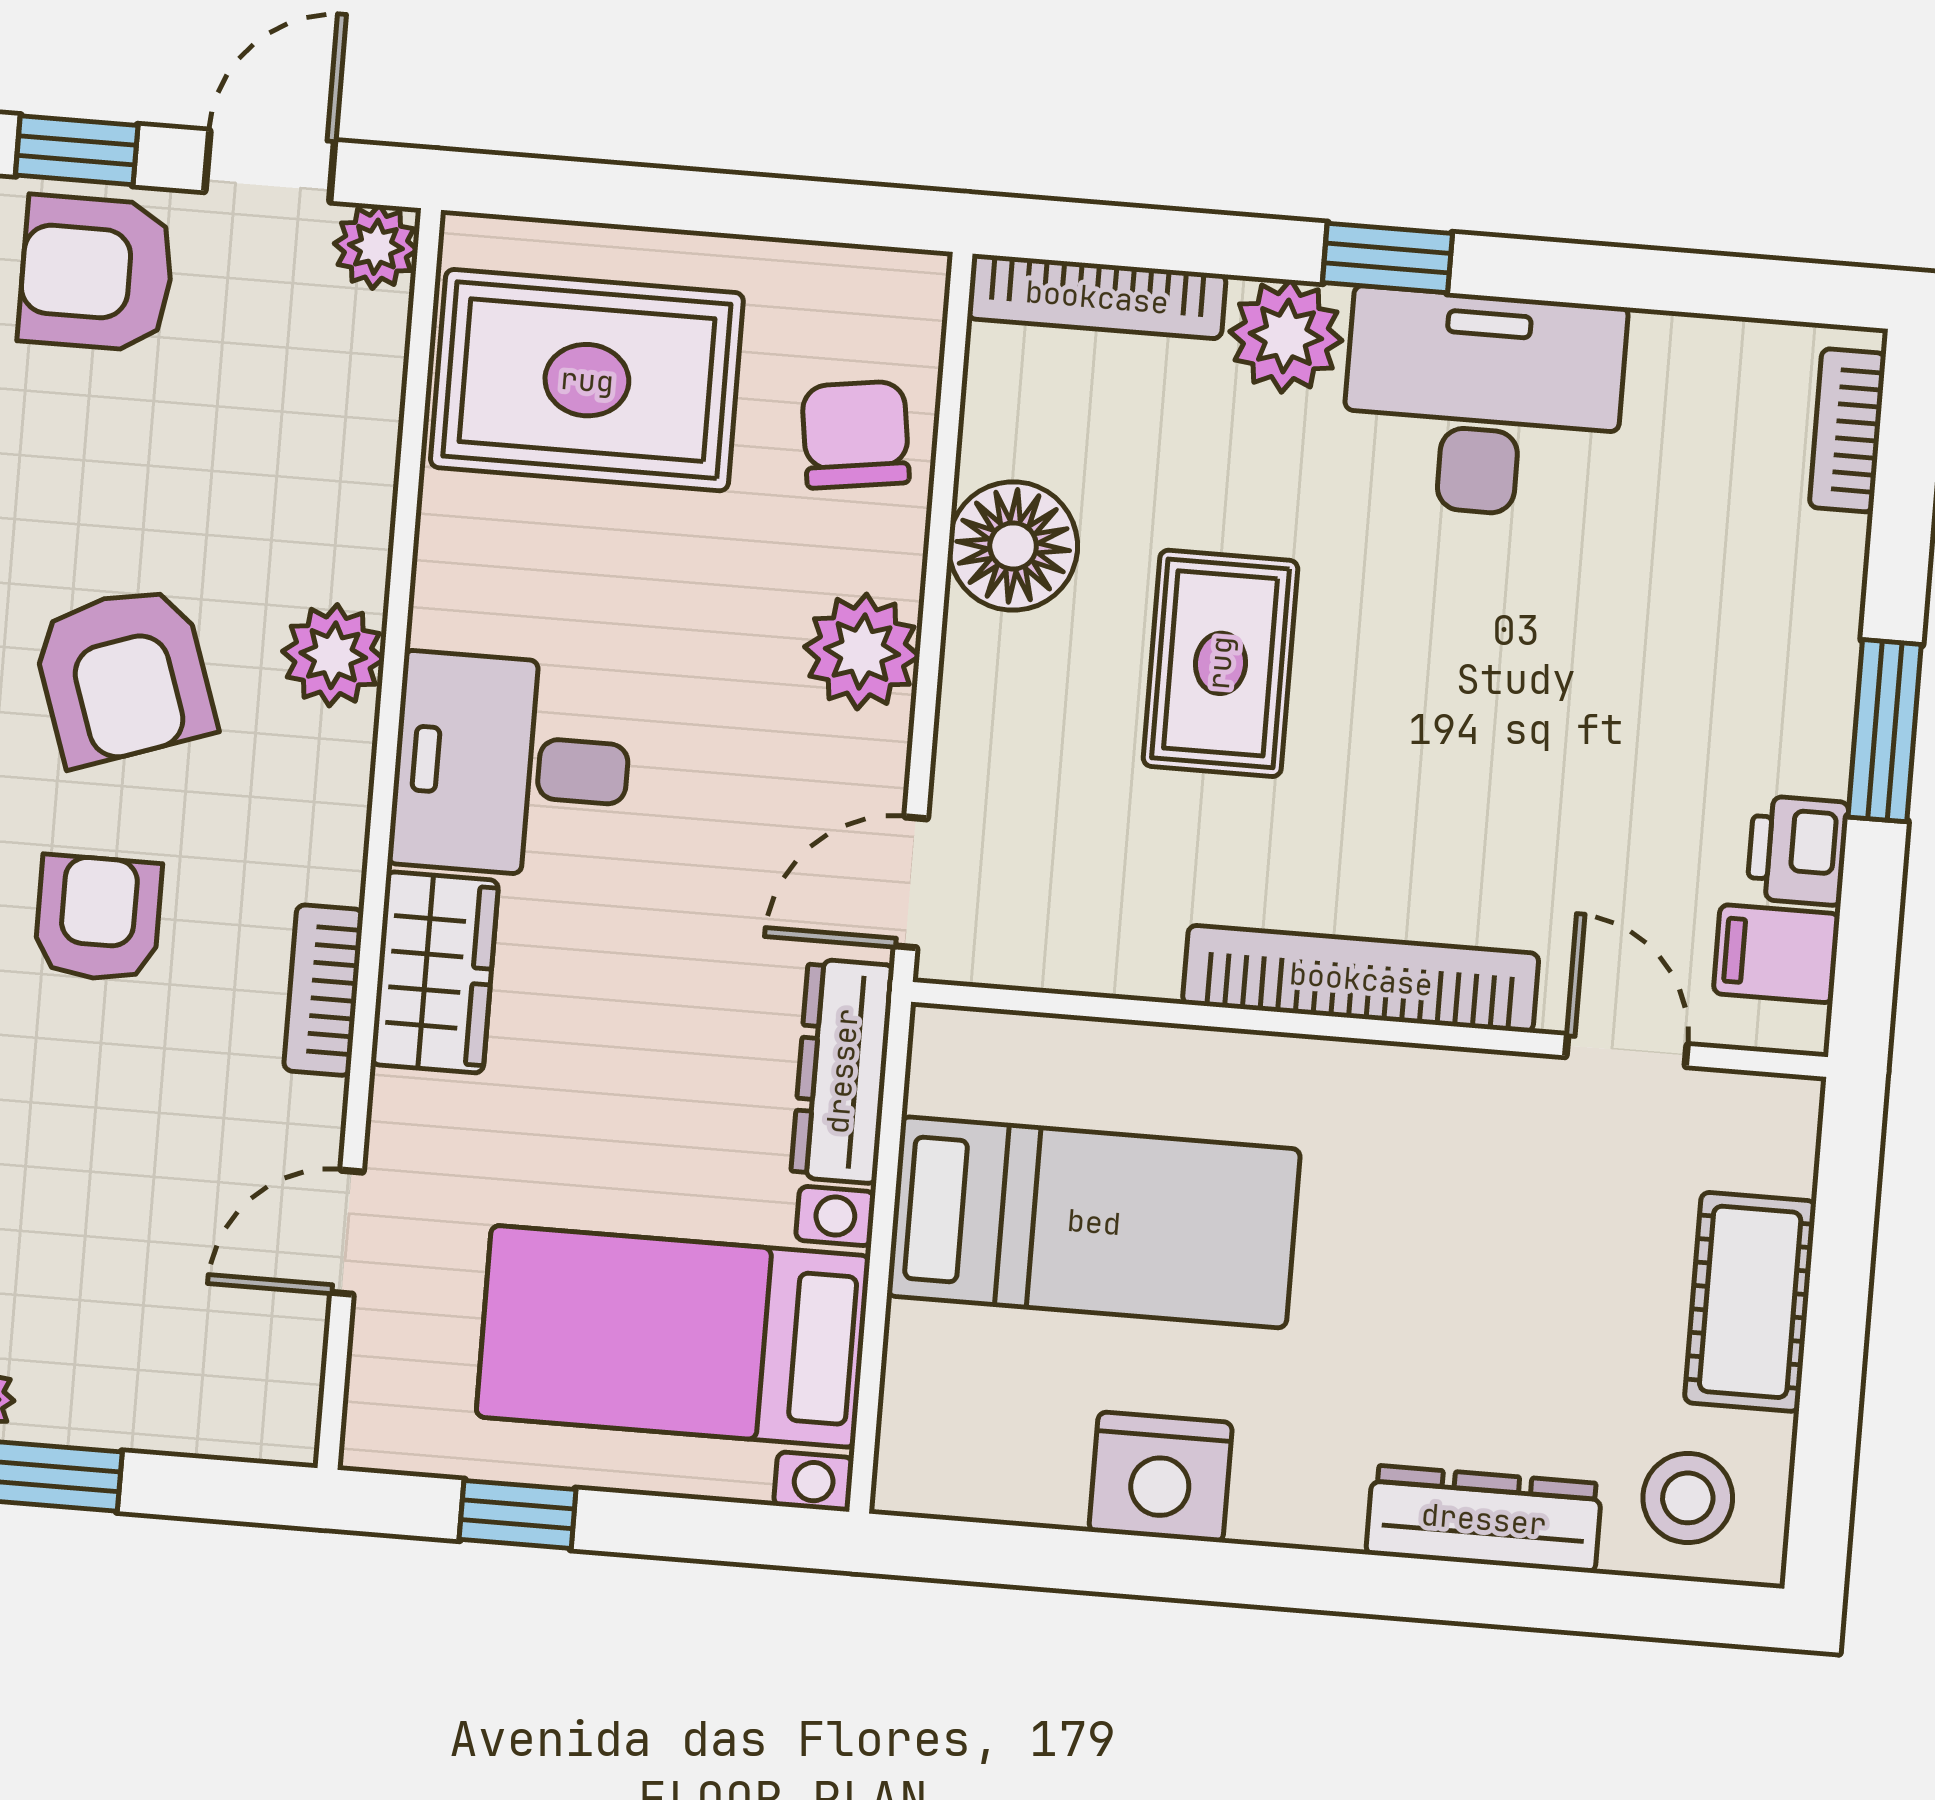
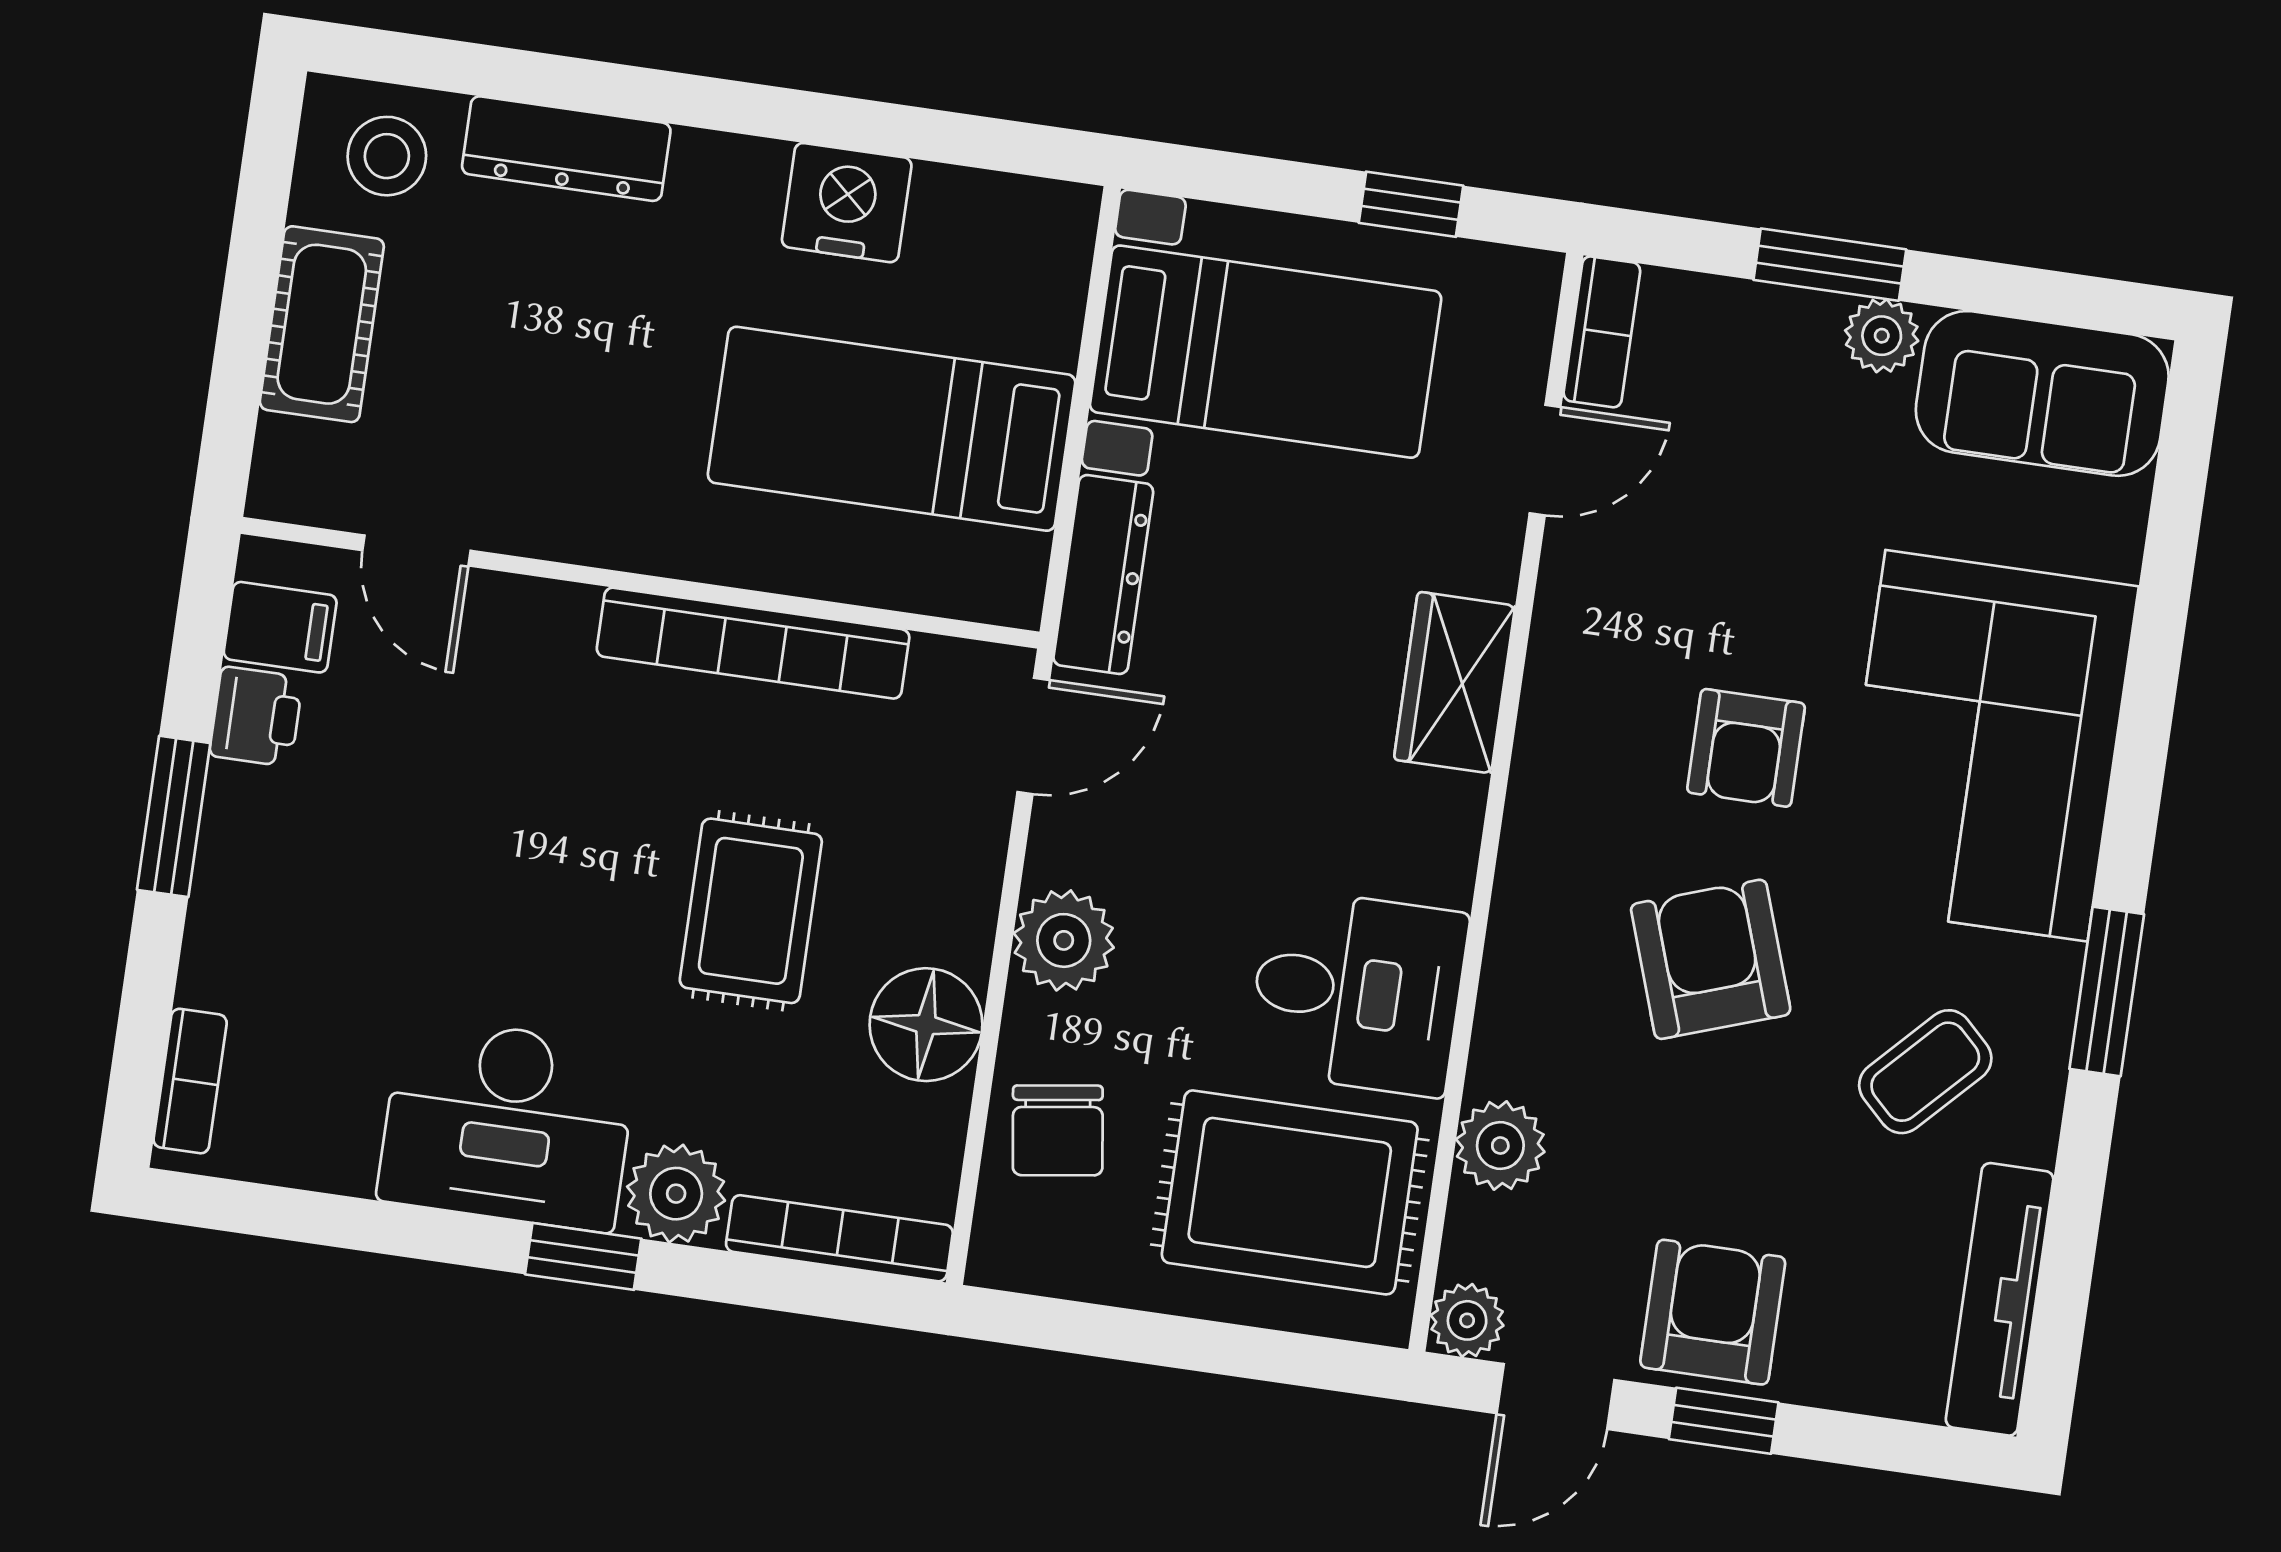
armchair: (97, 273) -> (1713, 1312), turned -90
plant: (333, 655) -> (1500, 1146), moved
desk: (511, 766) -> (1357, 992), moved
bookcase: (1361, 979) -> (753, 643), moved
bookcase: (323, 990) -> (1602, 332), moved

